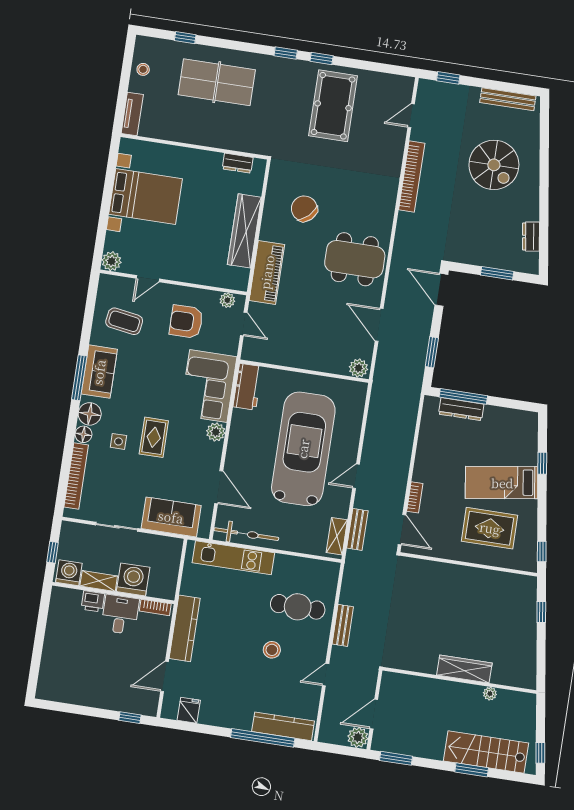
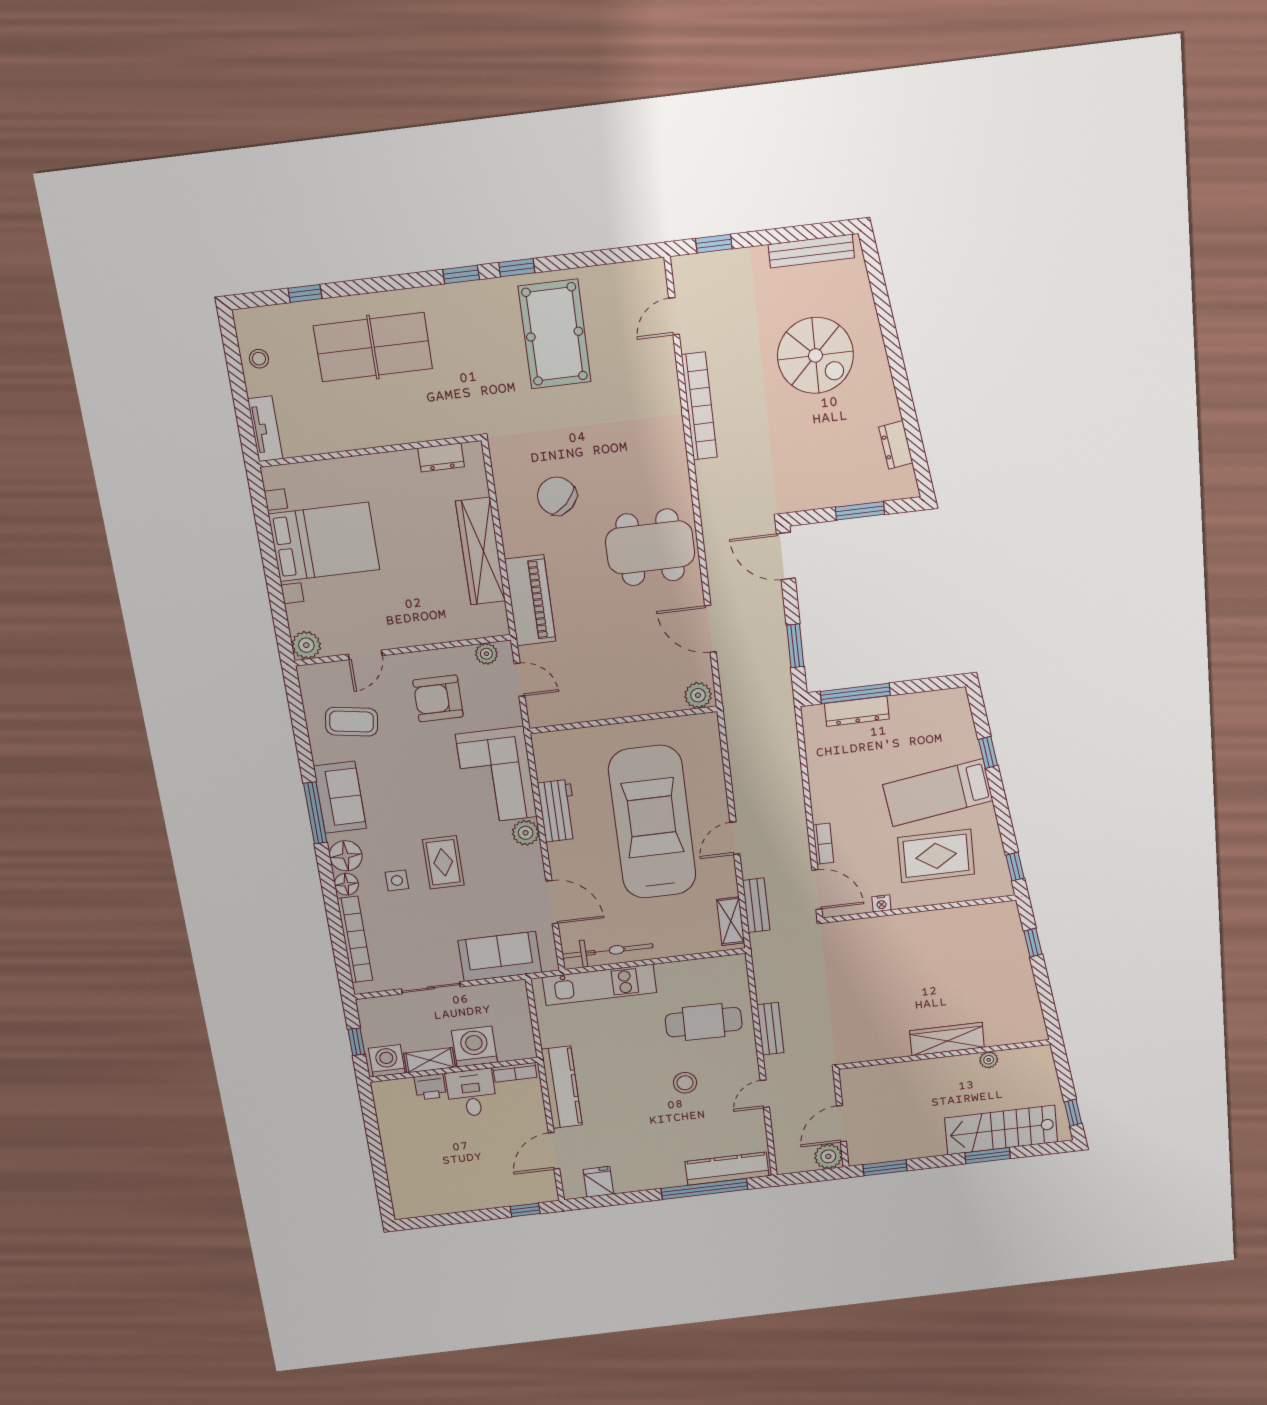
workbench: (248, 387) -> (558, 811), moved
nightstand: (444, 553) -> (881, 903), added

